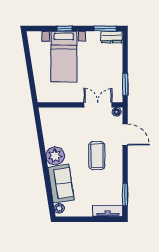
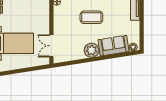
double door: (98, 105) -> (51, 46), moved

